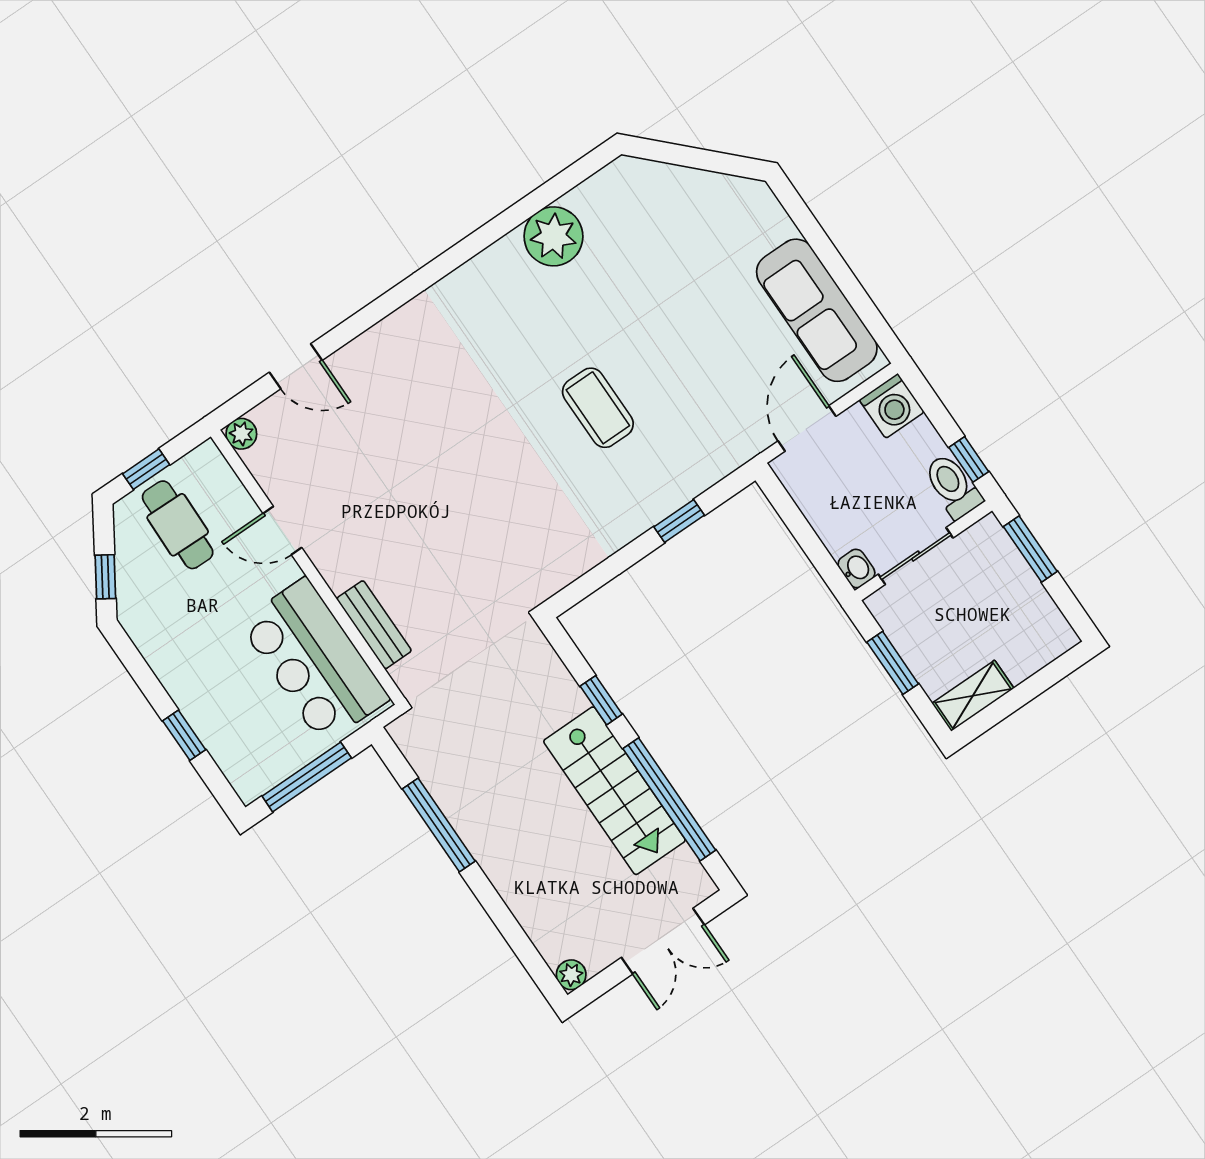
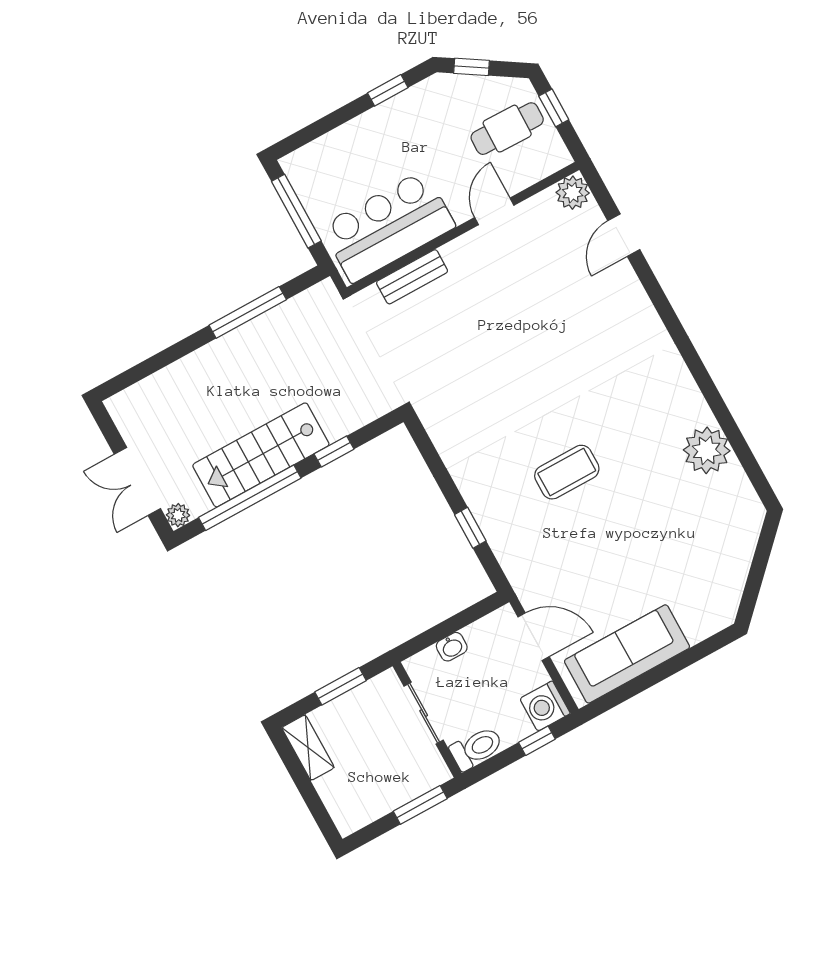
plant: (241, 434) -> (573, 193), width x1.38, depth x1.38
window: (969, 459) -> (537, 741), moved
washbasin: (856, 569) -> (452, 647), moved
window: (184, 735) -> (388, 90), moved
plant: (571, 975) -> (178, 515), moved

